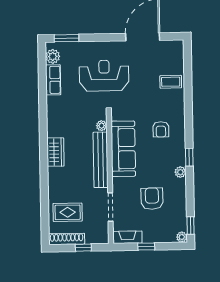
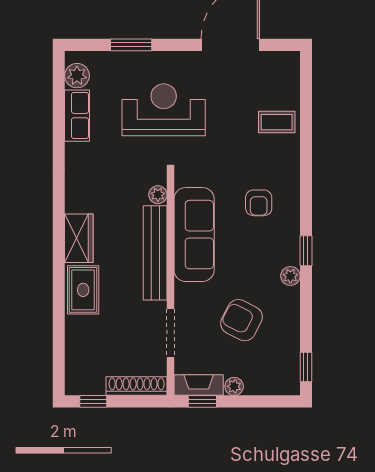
window: (67, 38) -> (131, 45), moved
armchair: (152, 199) -> (241, 320), turned -62
rug: (68, 212) -> (83, 290), moved, turned 90
plant: (182, 237) -> (234, 386), moved
shoe rack: (67, 239) -> (137, 386), moved
window: (146, 247) -> (202, 401), moved
window: (83, 248) -> (93, 401), moved

